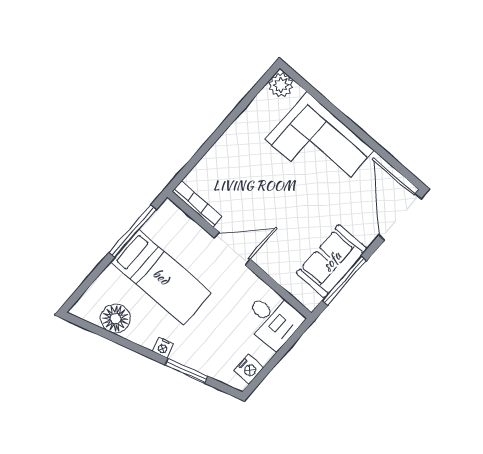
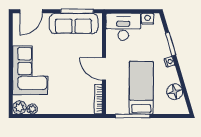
plant: (263, 101) -> (32, 109), added
door: (400, 217) -> (31, 11), width x0.73
sofa: (332, 261) -> (74, 23), width x1.36
desk: (273, 319) -> (123, 27), width x1.37

